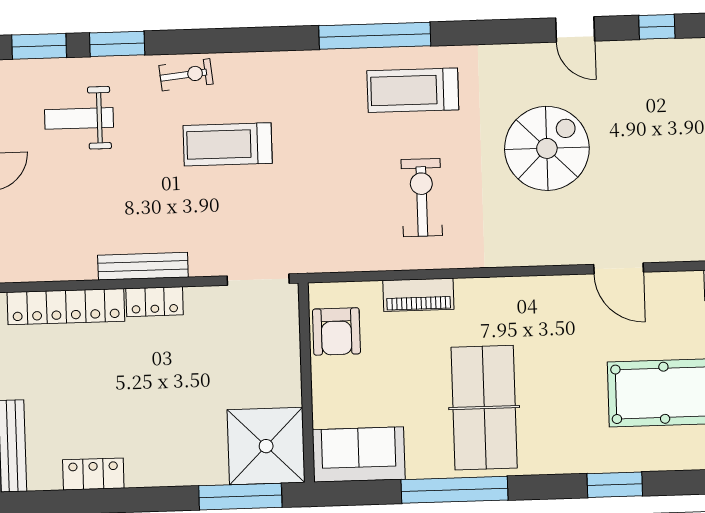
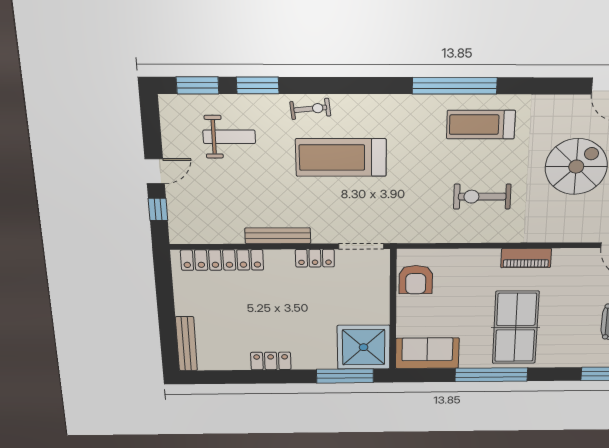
weight bench: (79, 118) -> (229, 137), turned 180
treadmill: (228, 144) -> (341, 157), width x1.37, depth x1.38
exercise bike: (422, 198) -> (482, 197), turned -90
piano: (418, 295) -> (526, 258), moved
locker: (155, 302) -> (315, 258), moved
locker: (93, 474) -> (271, 361), moved

